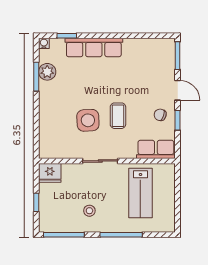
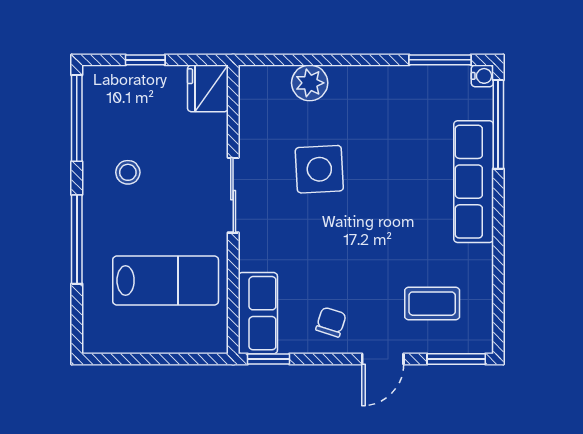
window: (67, 36) -> (498, 124), width x2.17
plant: (47, 72) -> (310, 83), moved
window: (36, 77) -> (440, 60), moved
coffee table: (118, 116) -> (432, 304), moved
window: (178, 120) -> (268, 359), moved
lab bench: (140, 193) -> (166, 281), turned 180

